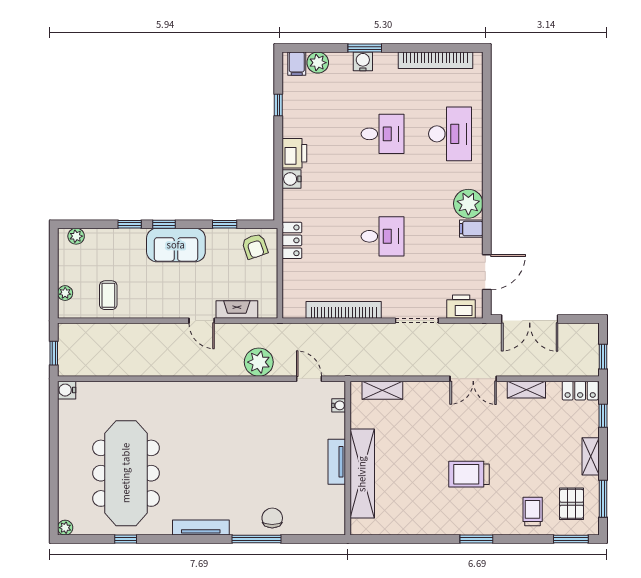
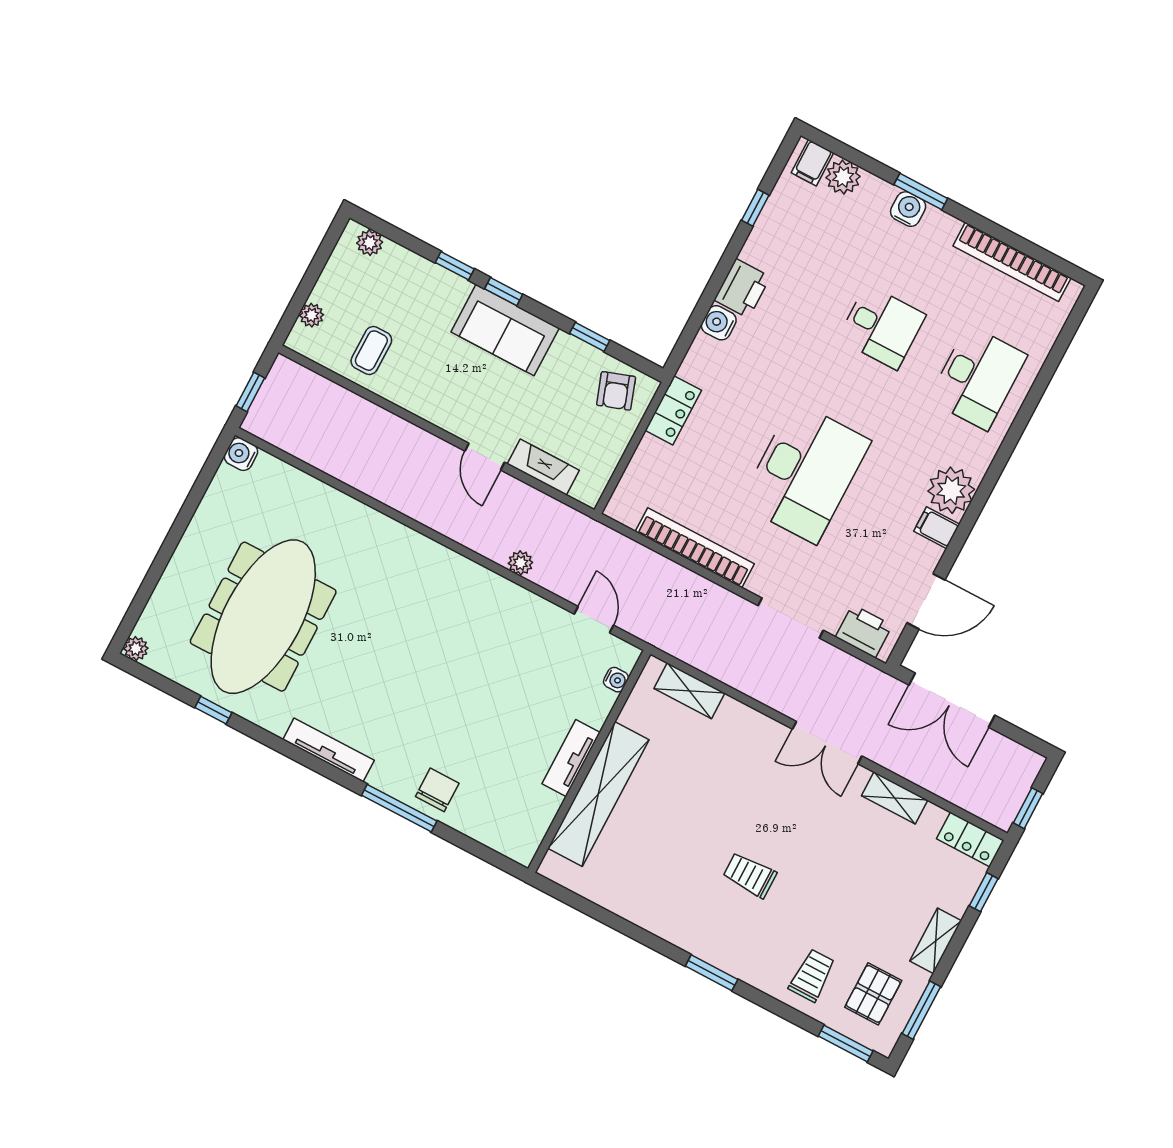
desk: (383, 236) -> (805, 472), width x1.87, depth x1.30
plant: (259, 362) -> (520, 563), width x0.53, depth x0.53
trolley: (469, 474) -> (750, 875), width x0.73, depth x0.72

